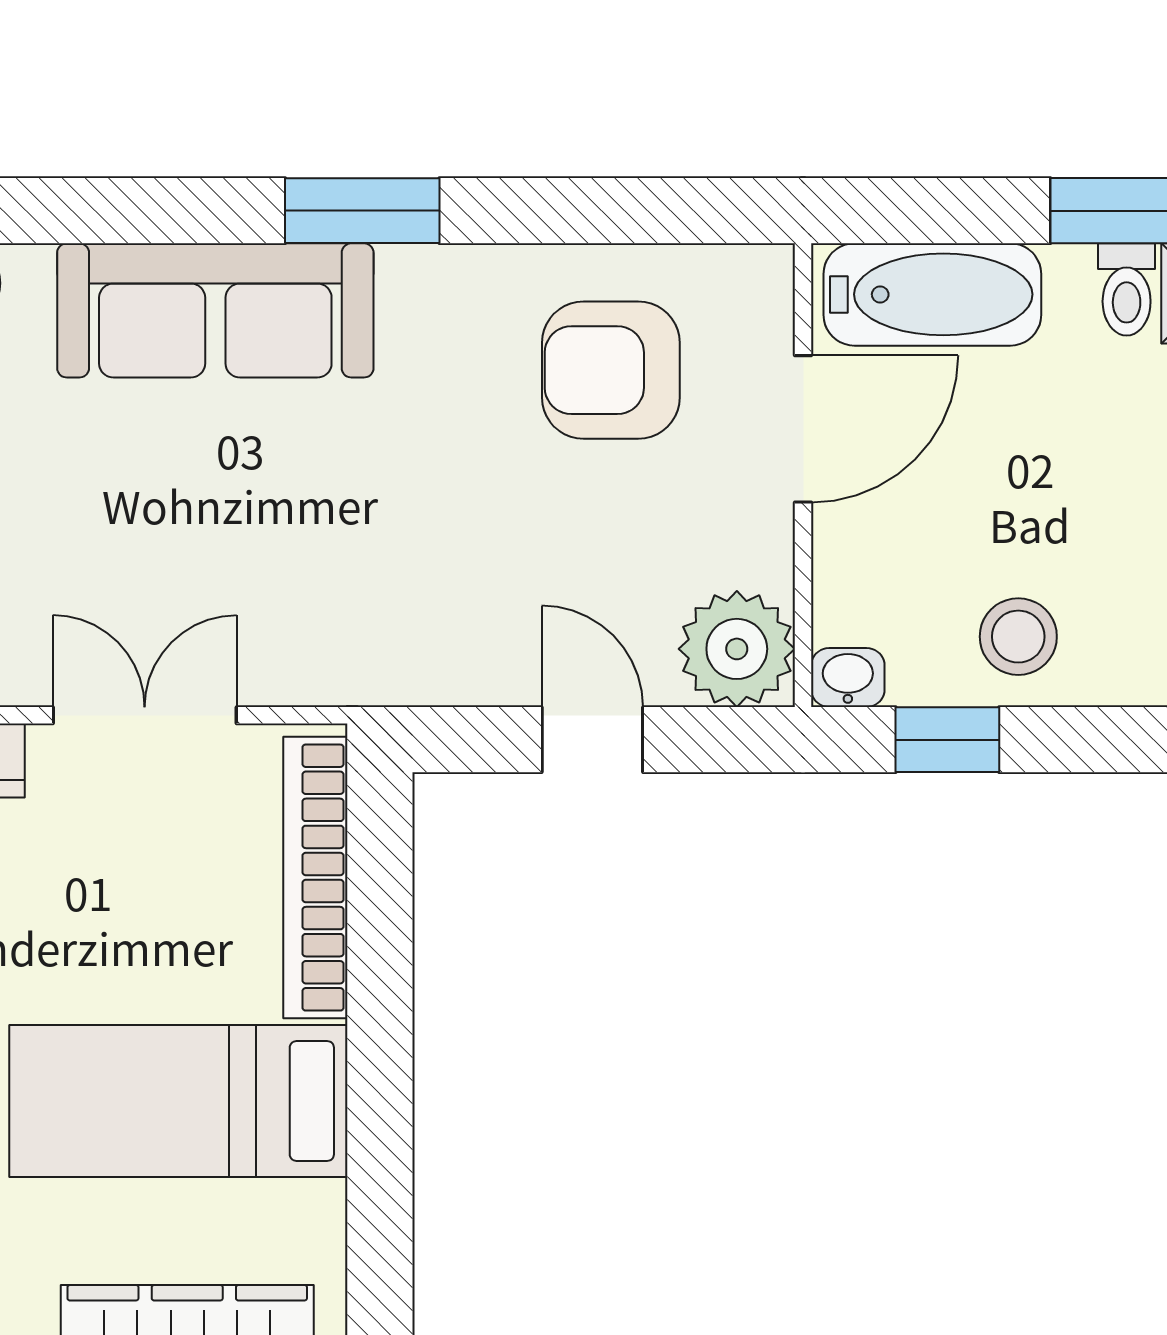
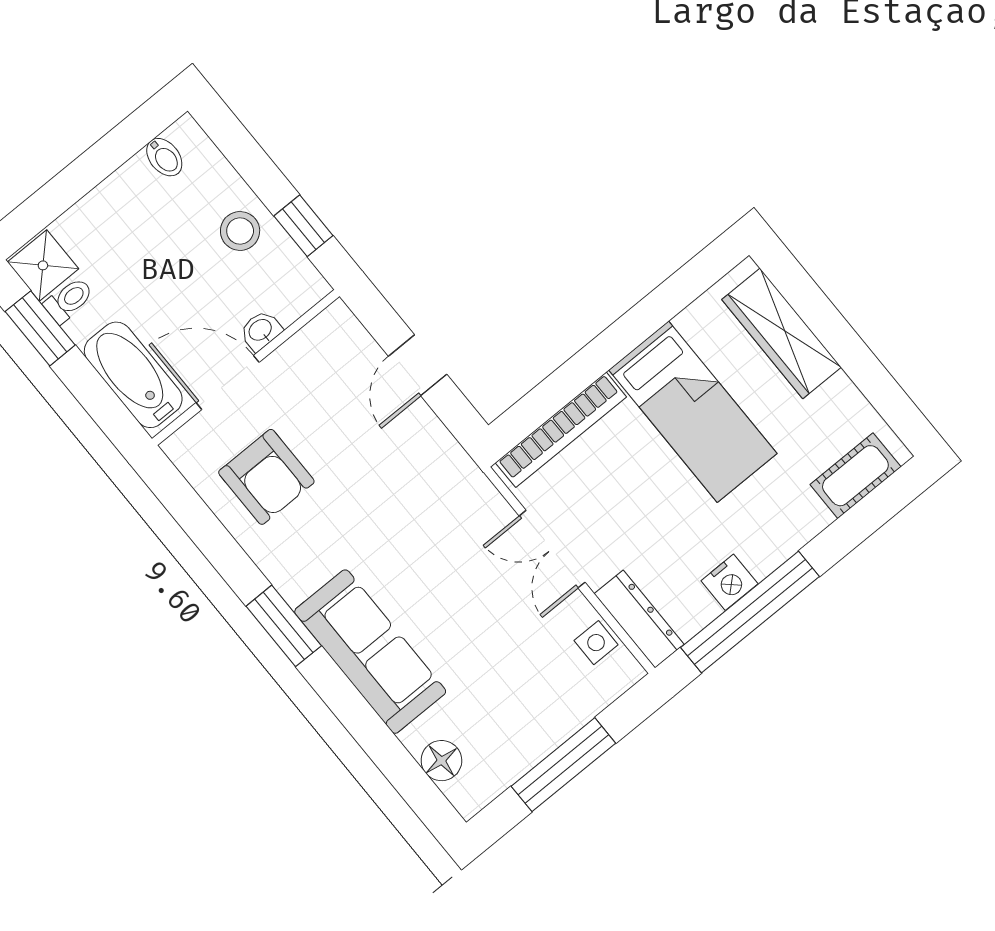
plant: (737, 649) -> (335, 338), removed
washbasin: (848, 678) -> (261, 331), moved, turned 90

